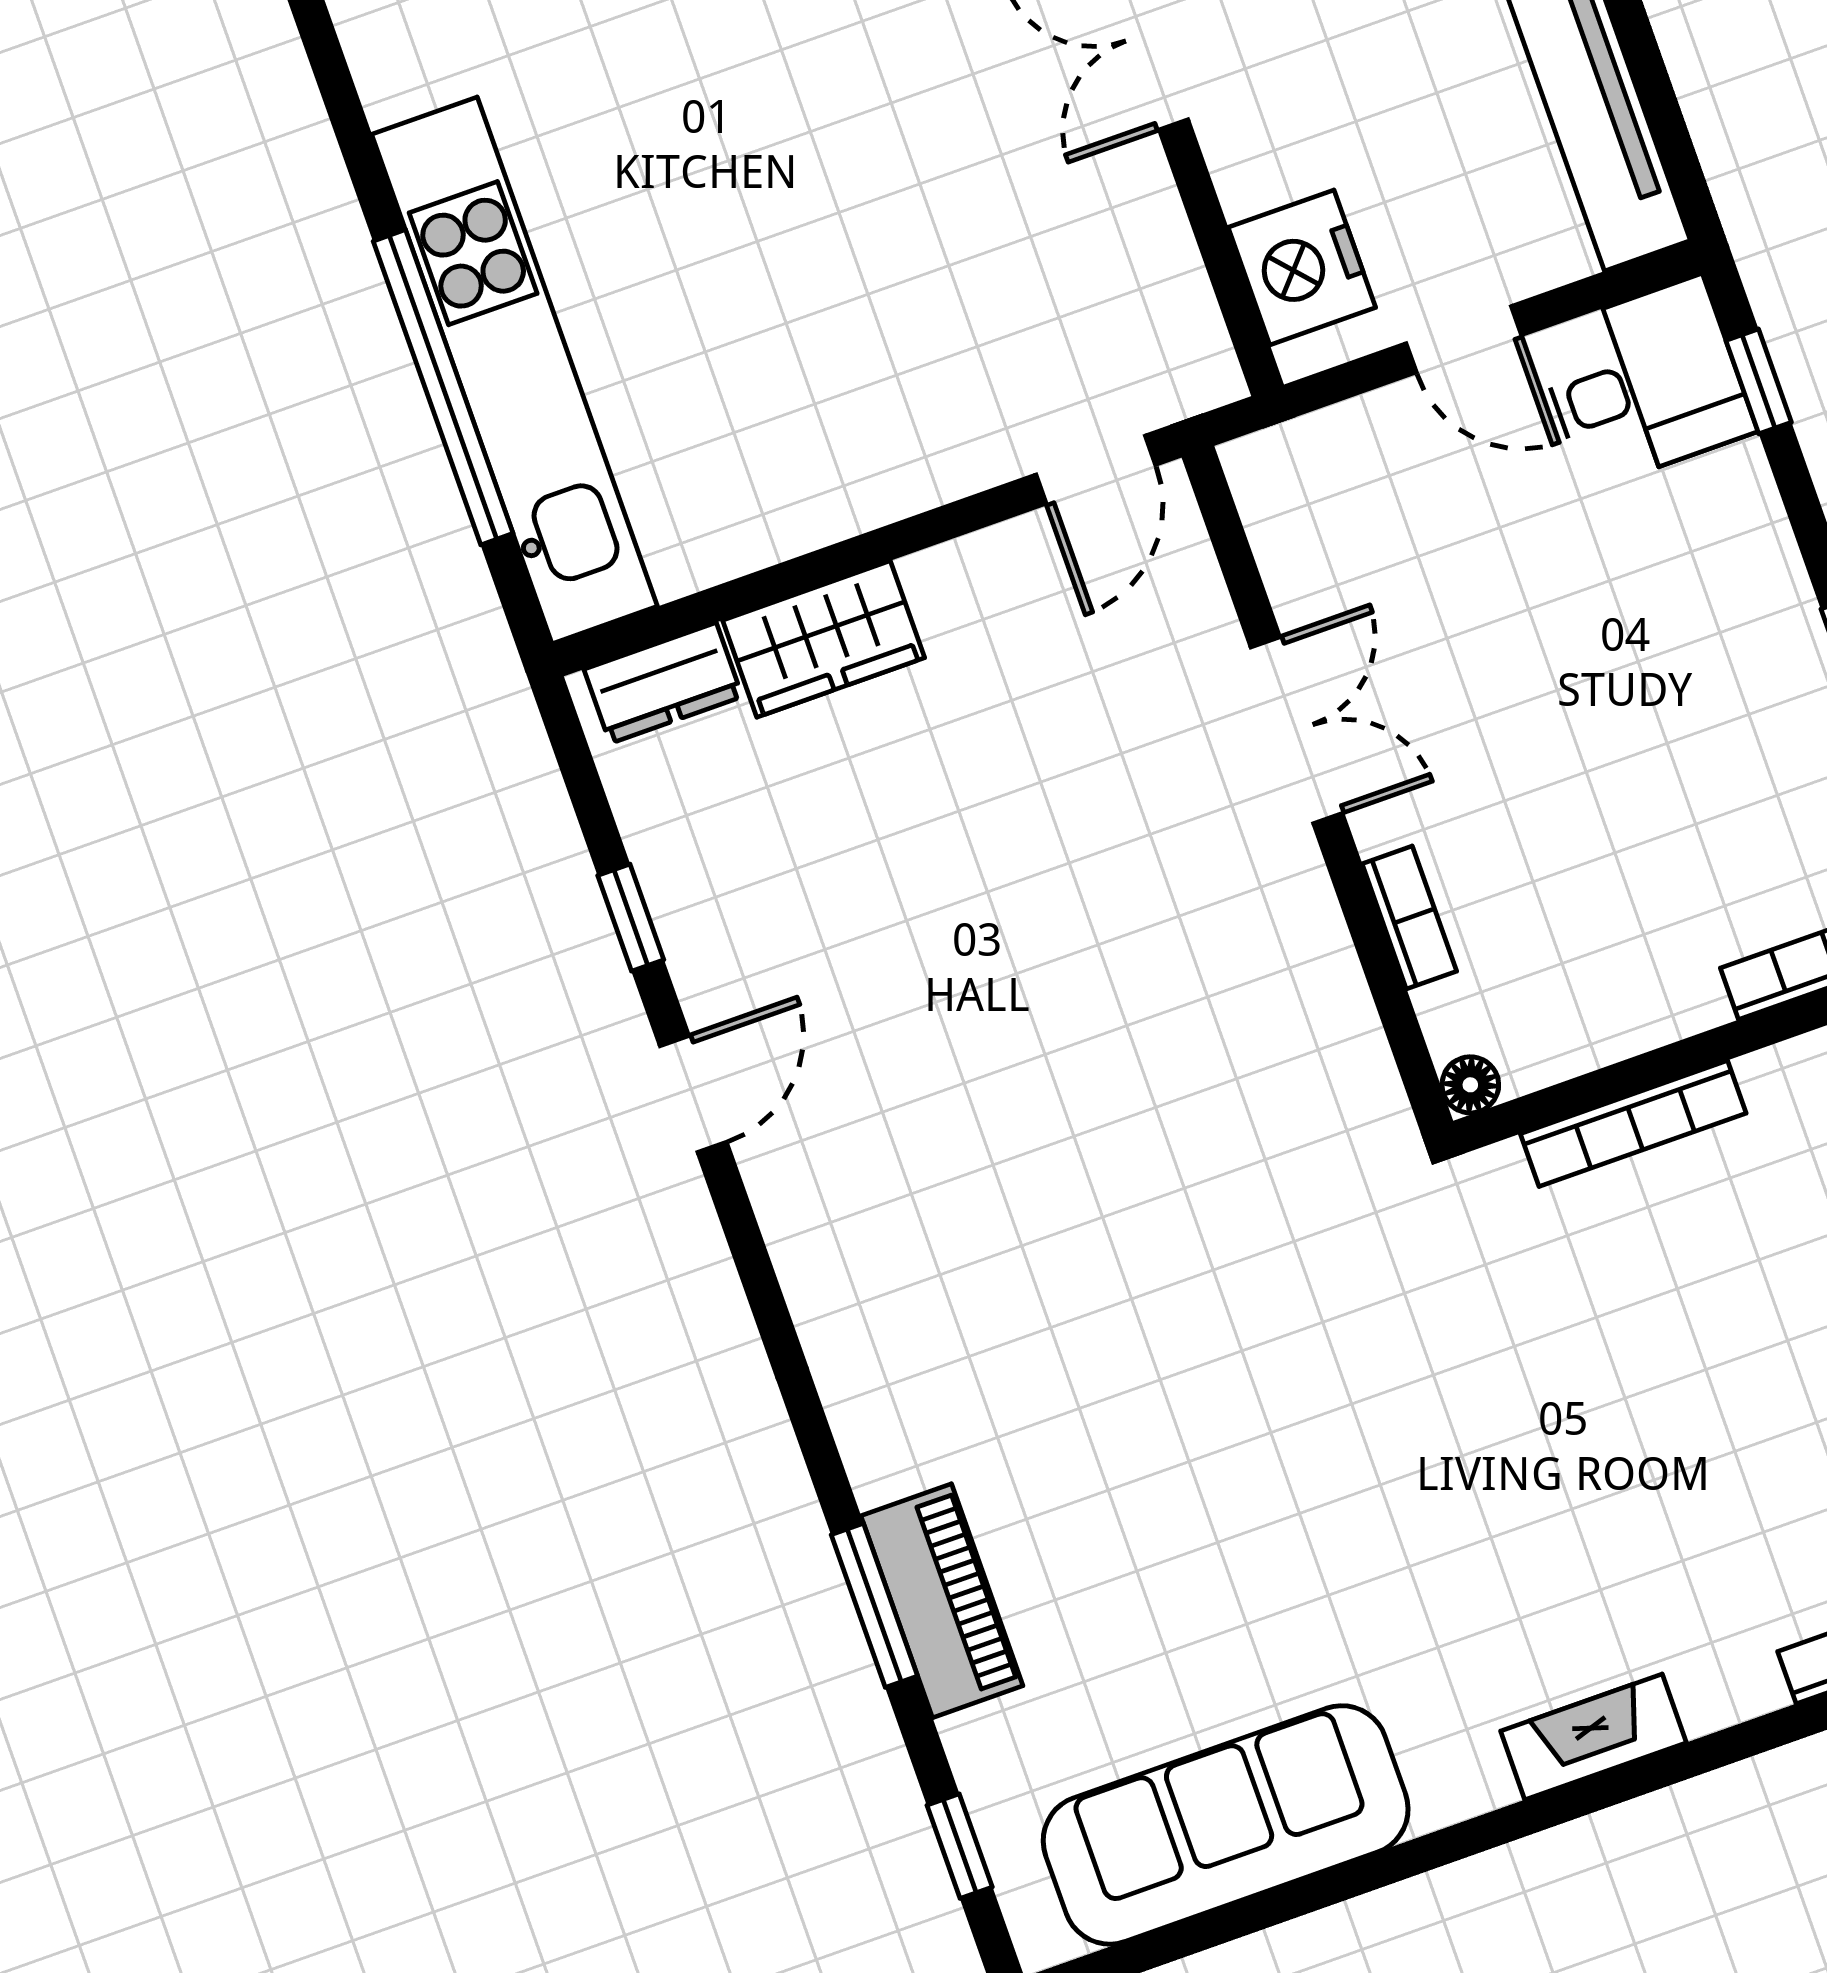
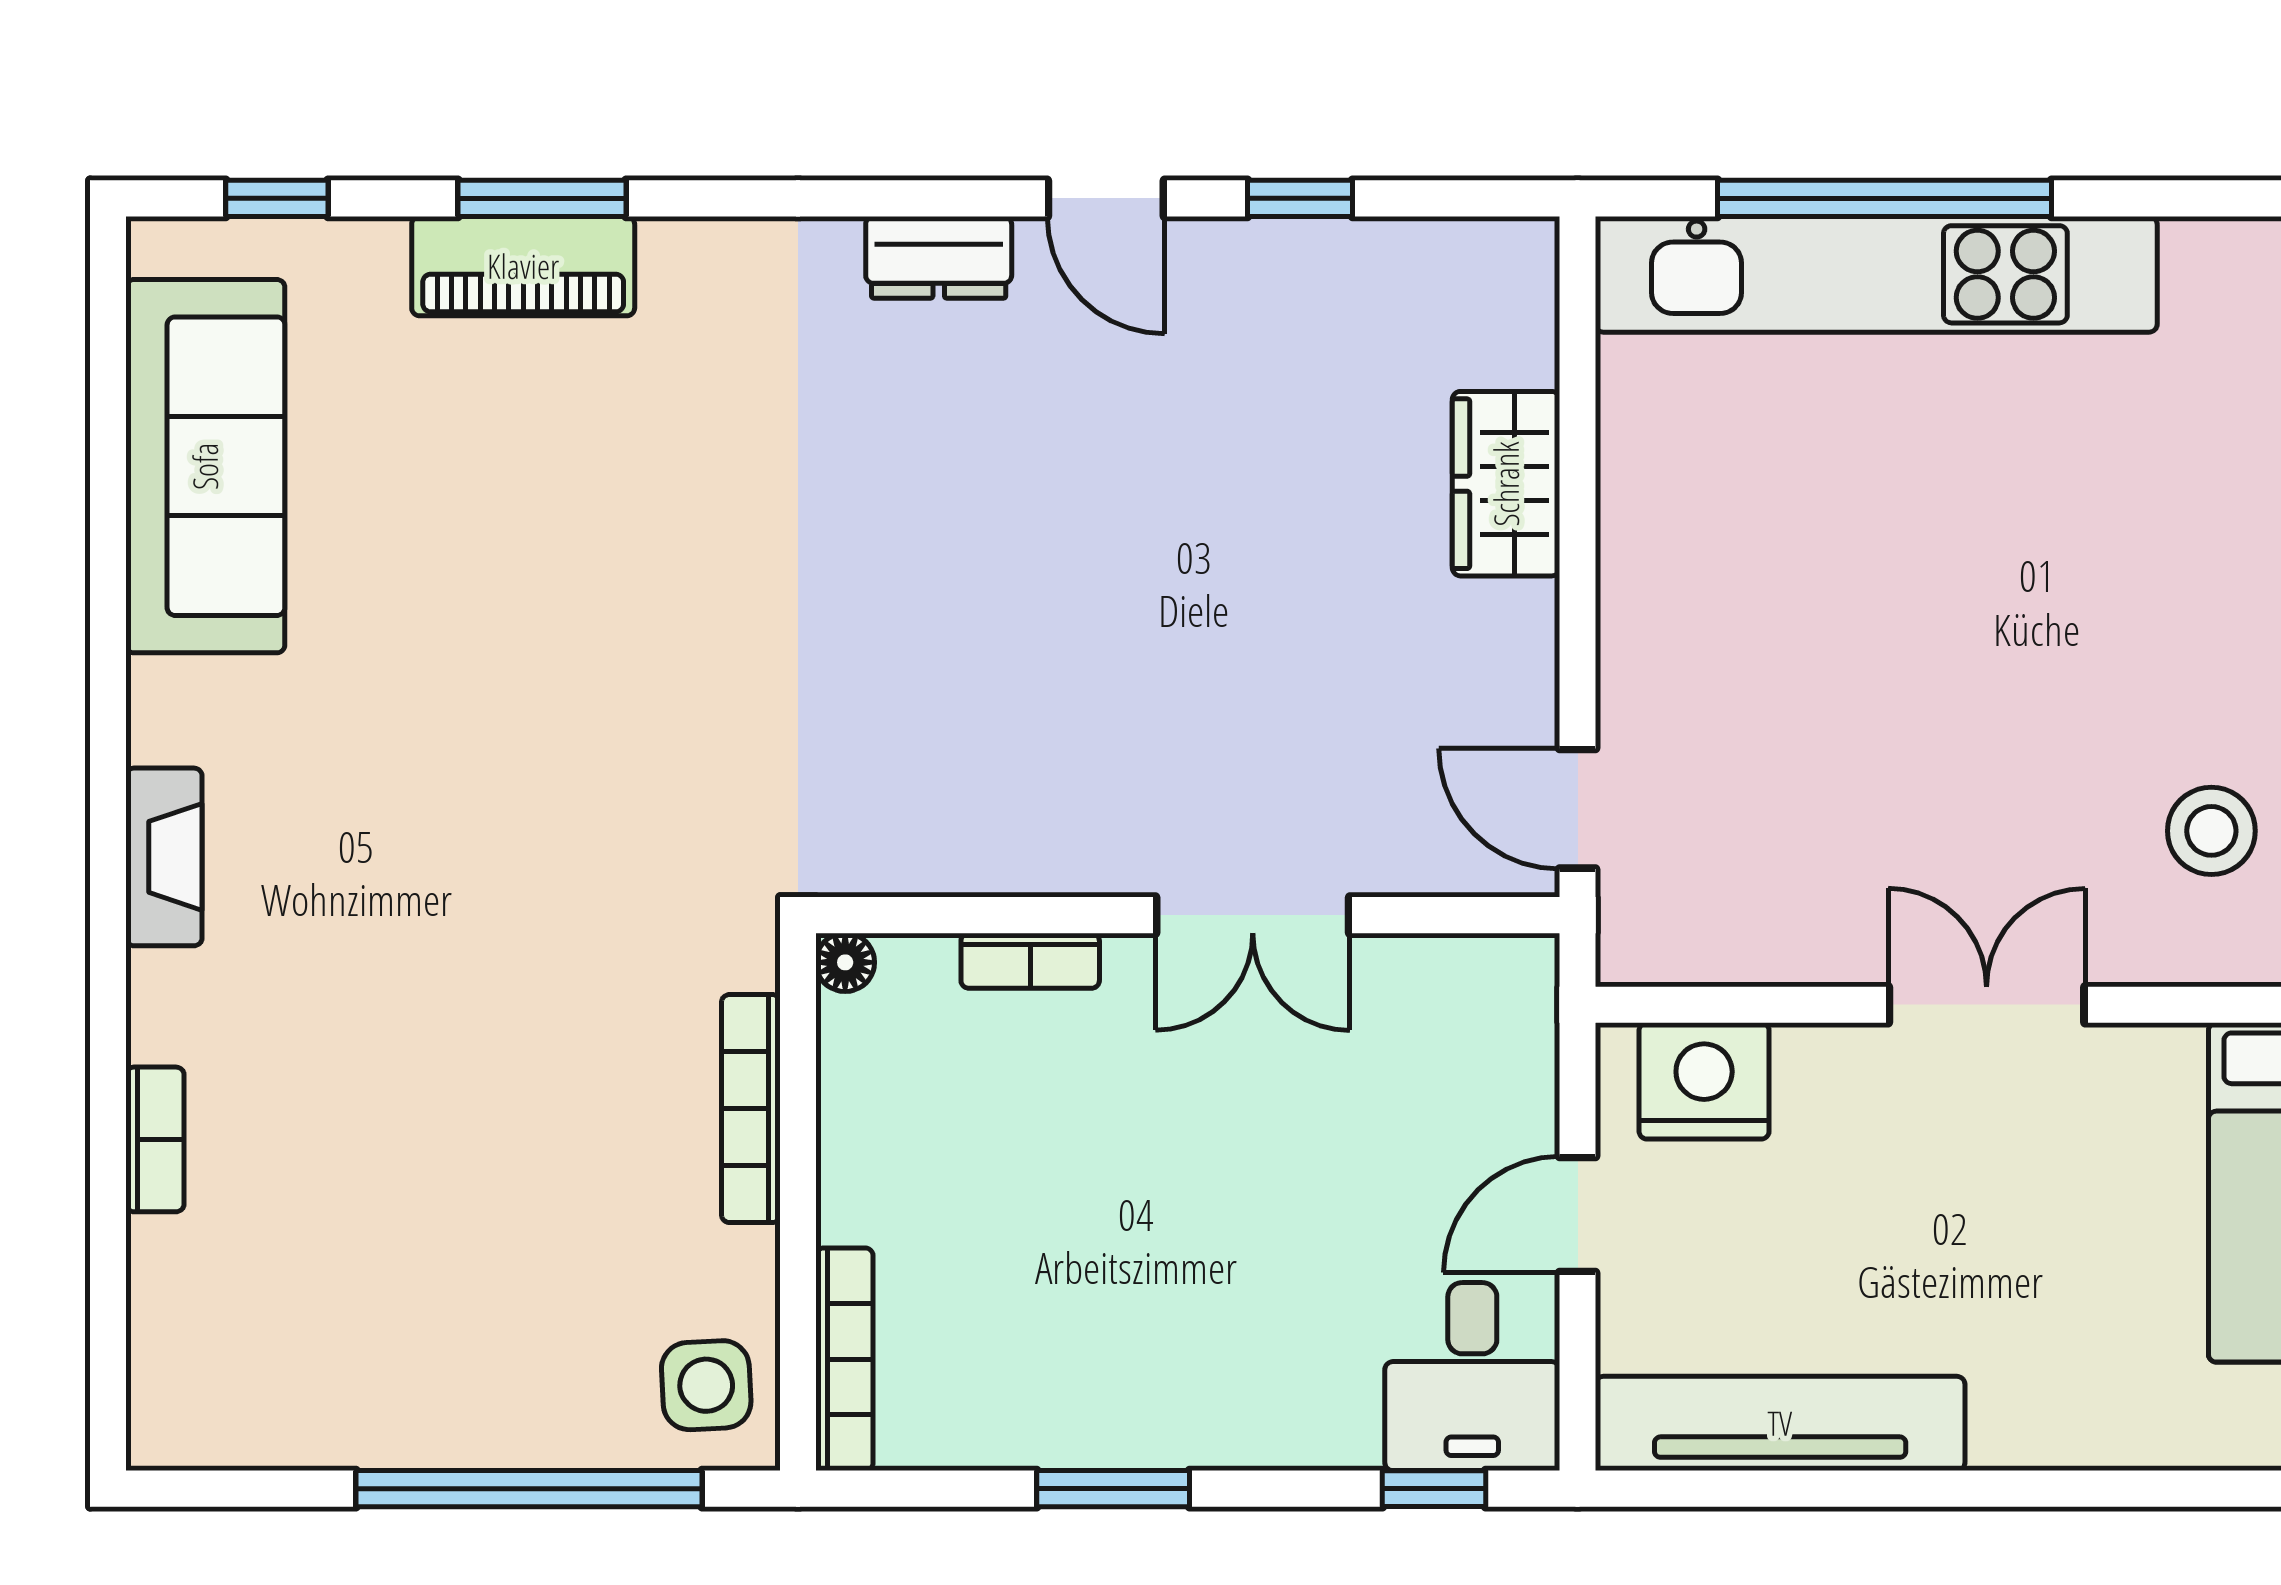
dresser: (663, 683) -> (939, 257), moved, turned -90

